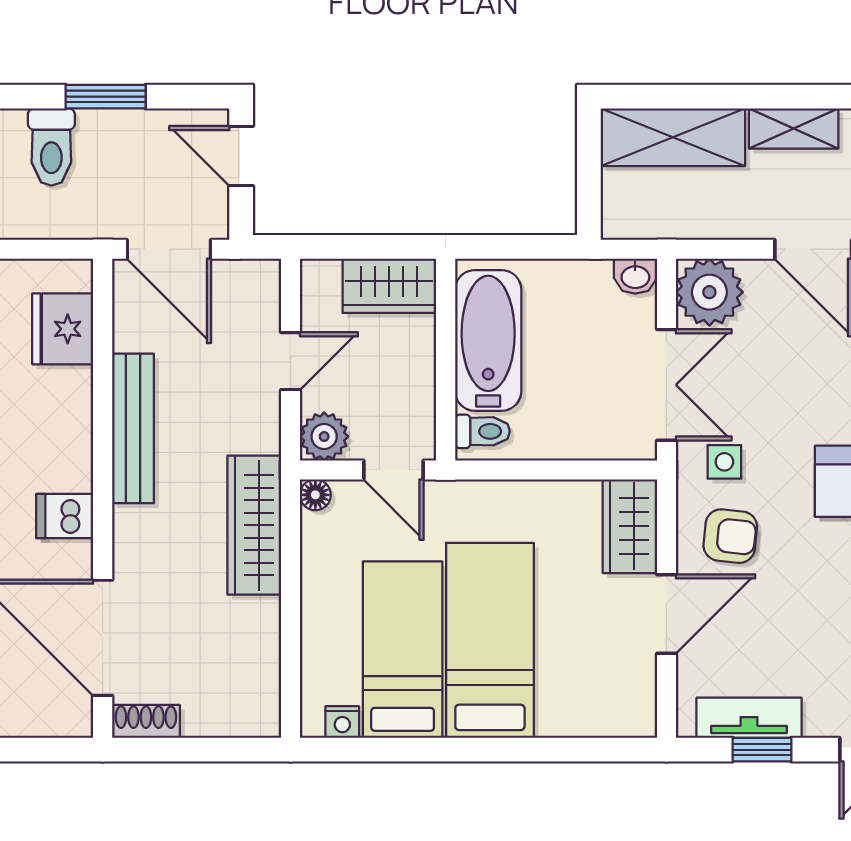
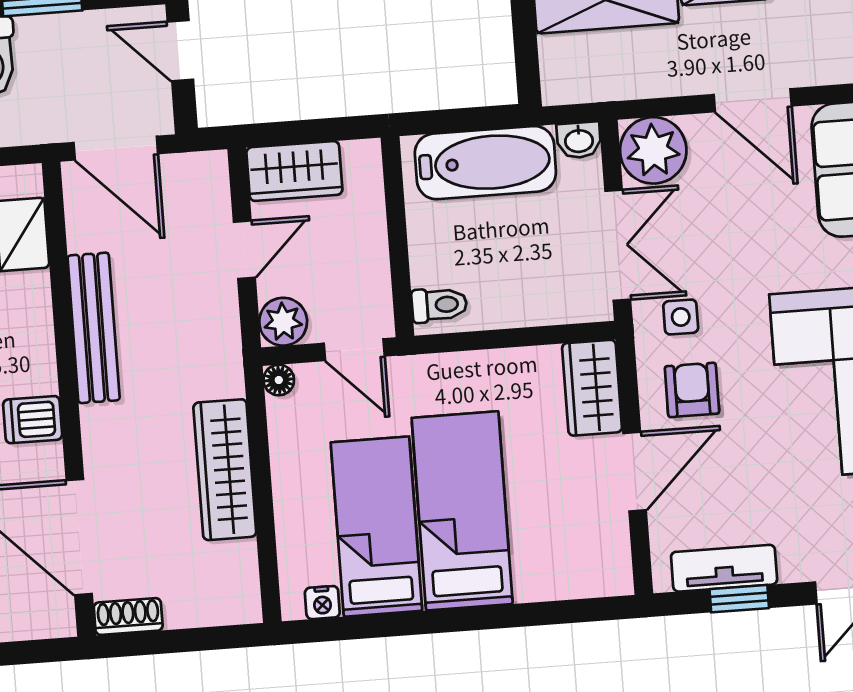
wardrobe: (389, 286) -> (294, 171), moved
bathtub: (488, 340) -> (485, 163), moved, turned 90
wardrobe: (254, 525) -> (225, 470), moved
armchair: (730, 536) -> (692, 390), turned -96

